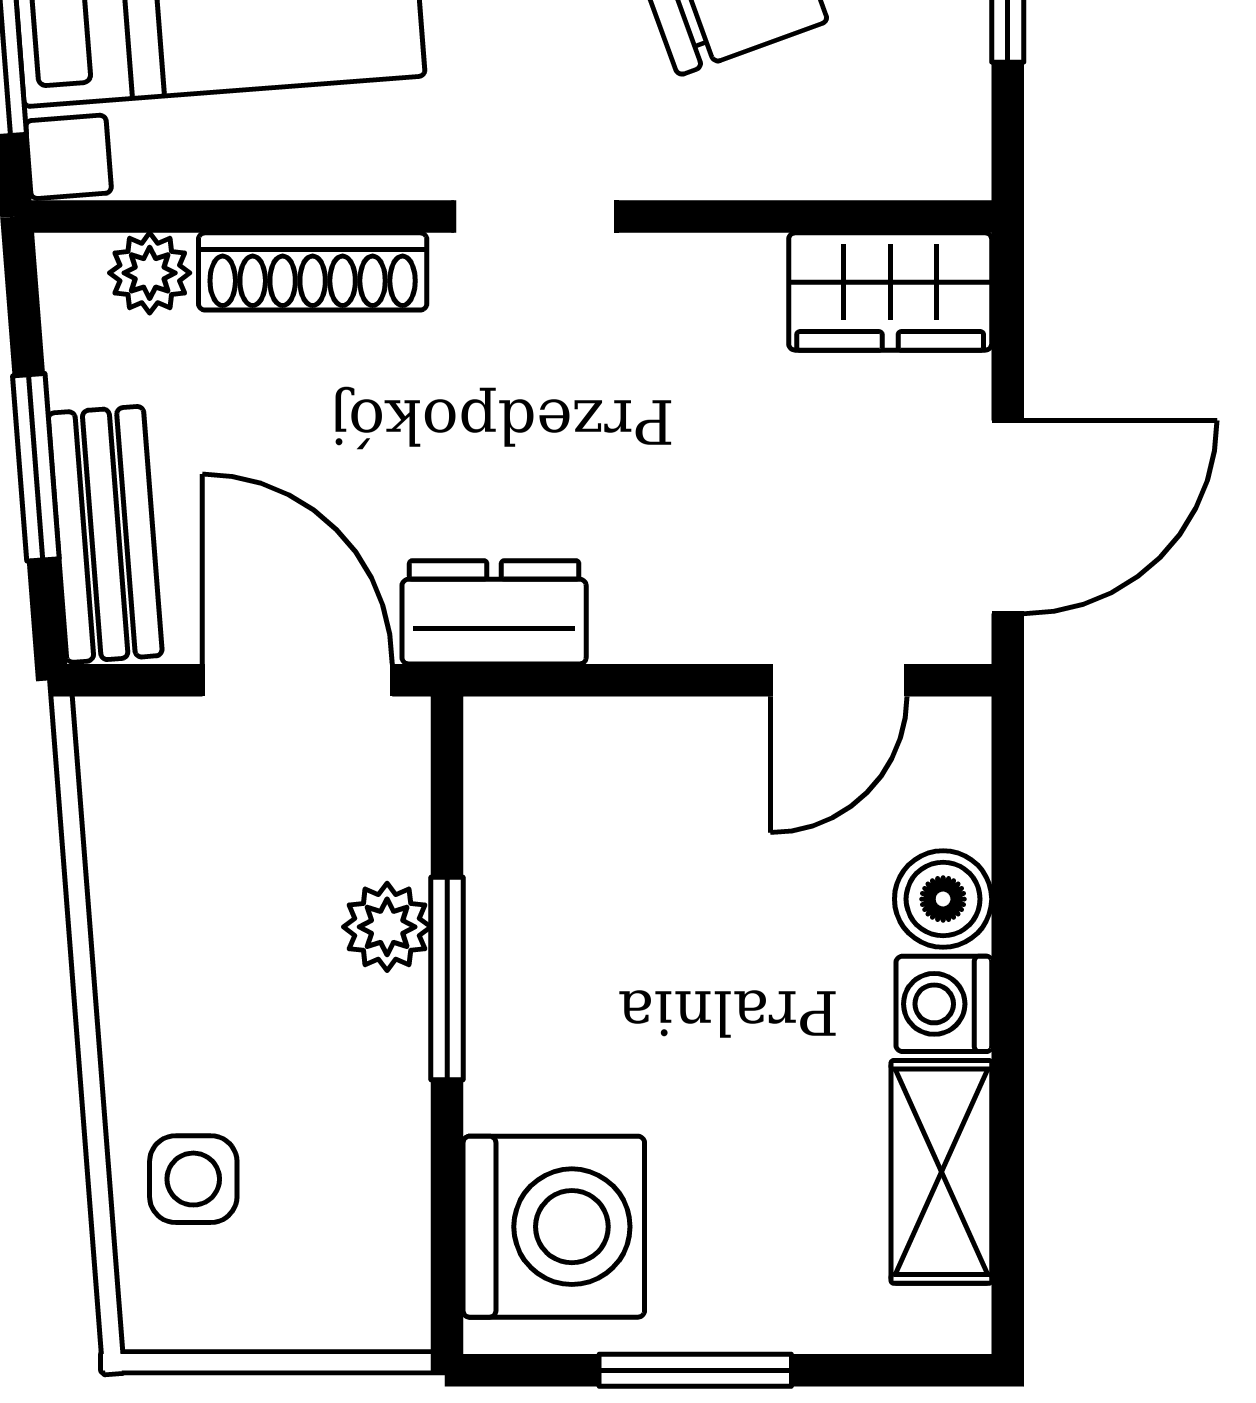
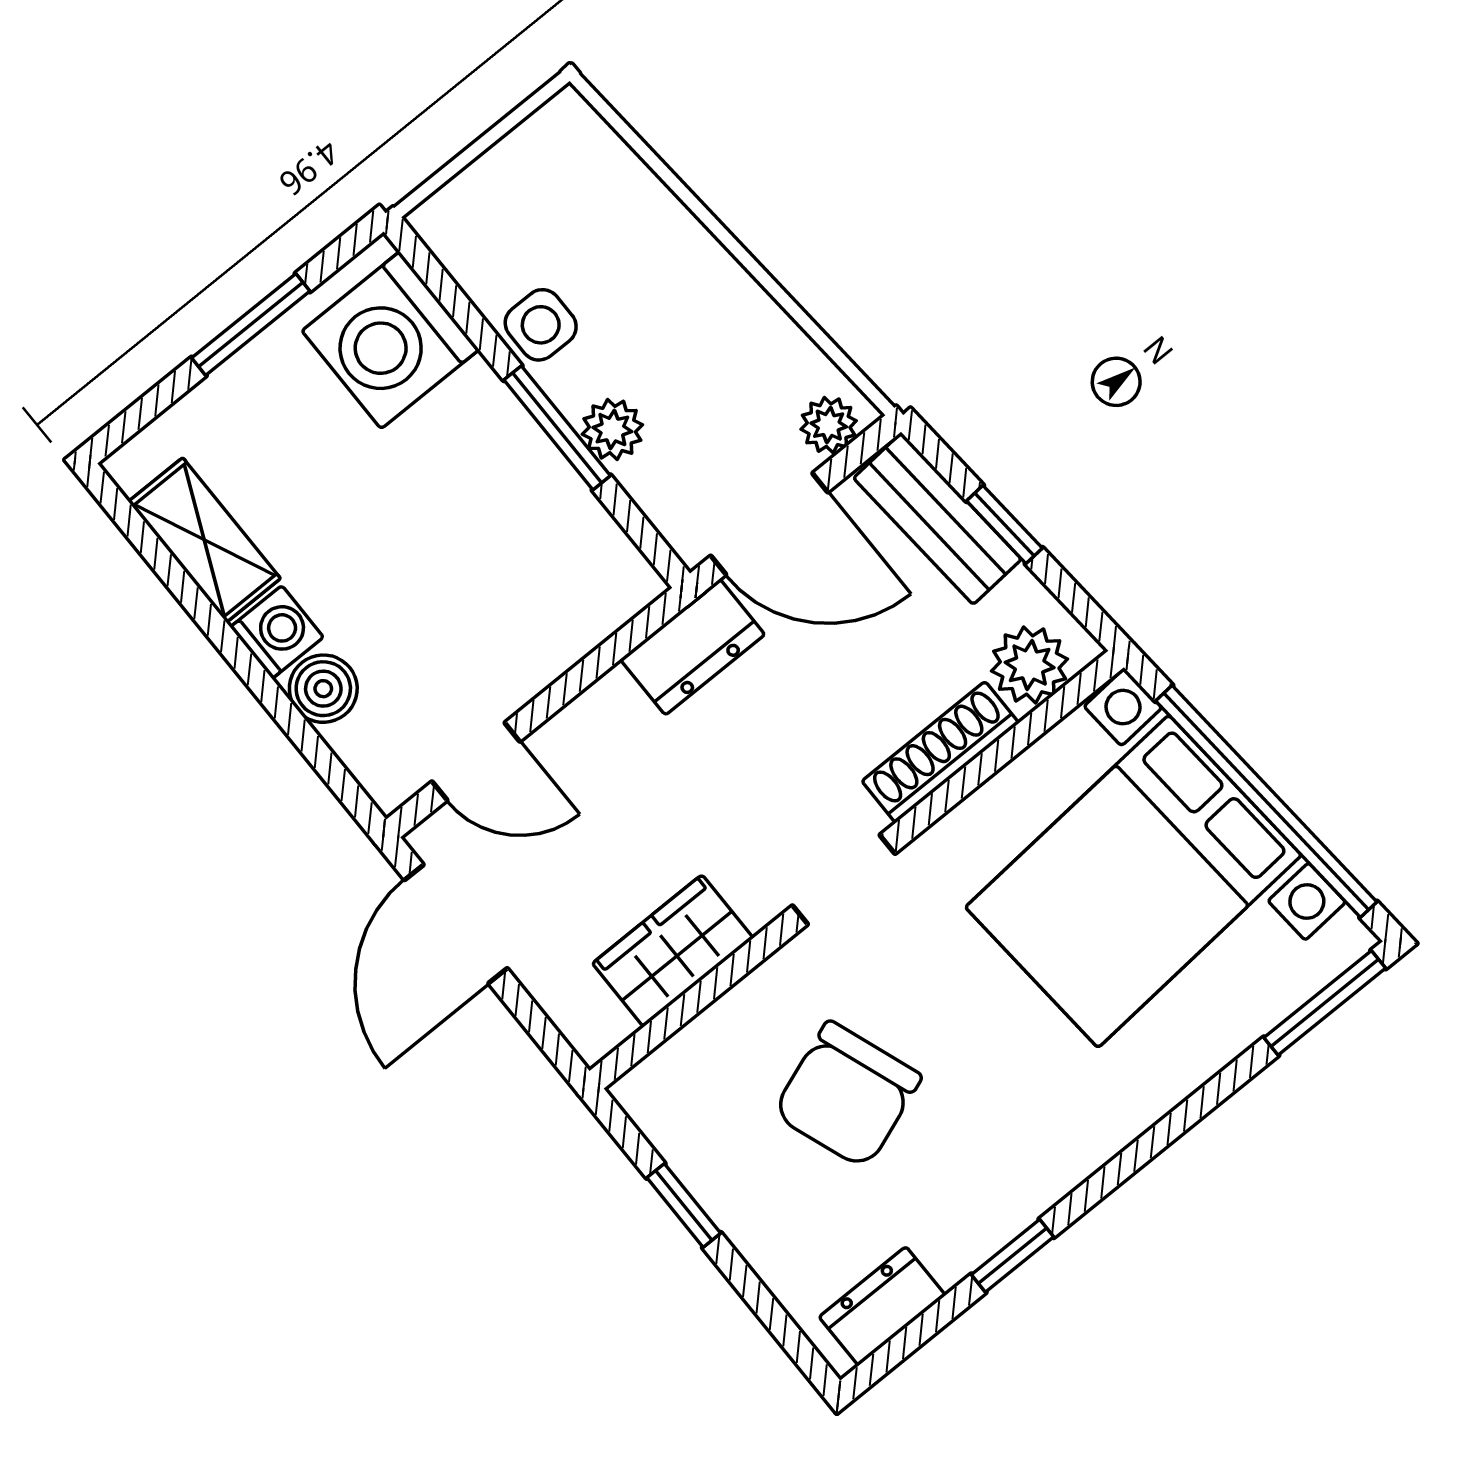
plant: (150, 273) -> (1030, 665), width x1.38, depth x1.38
wardrobe: (890, 292) -> (673, 951), moved
window: (36, 467) -> (1004, 524), width x0.67
door: (839, 680) -> (476, 761), swing flipped
plant: (142, 737) -> (829, 425), added
side table: (193, 1179) -> (541, 325), moved

